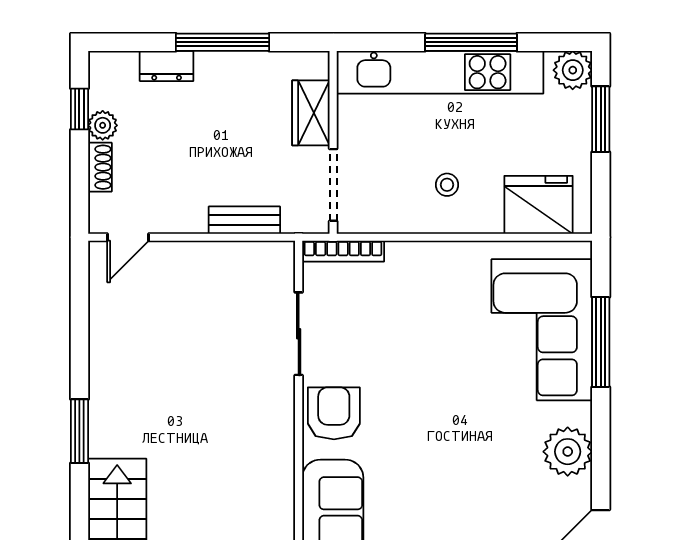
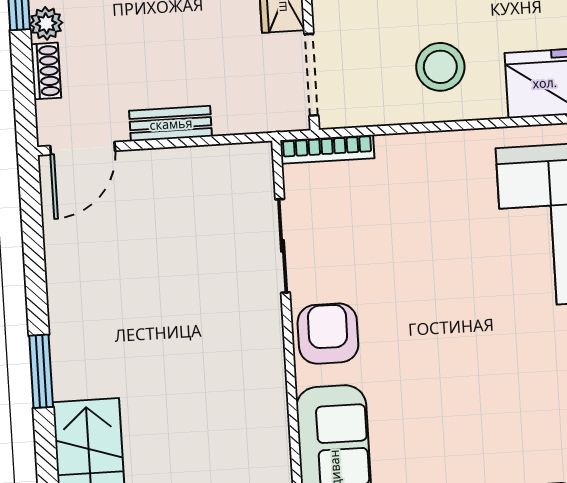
stool: (447, 185) -> (440, 67), width x1.89, depth x1.89
bench: (244, 220) -> (171, 124), moved
door: (128, 237) -> (83, 148), width x1.38

